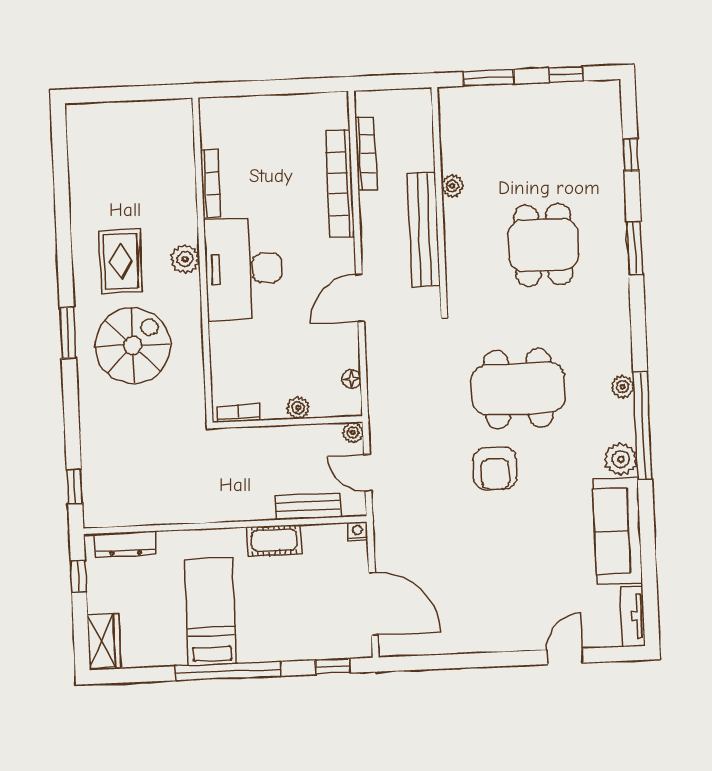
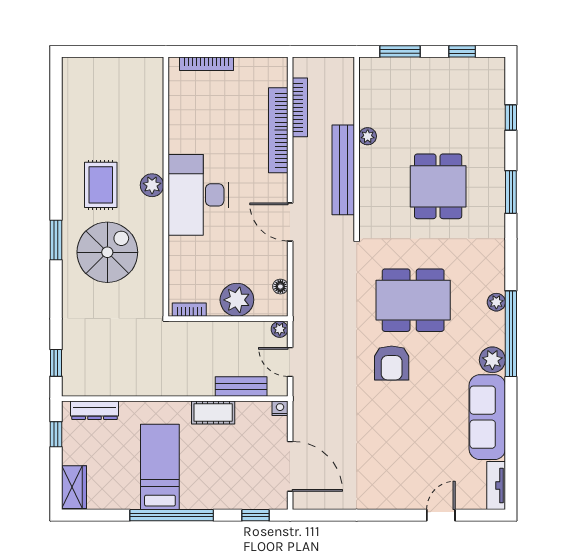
bookcase: (211, 183) -> (206, 64), moved, turned 90
door: (360, 298) -> (290, 222), hinge flipped
plant: (298, 408) -> (237, 300), width x1.87, depth x1.87

